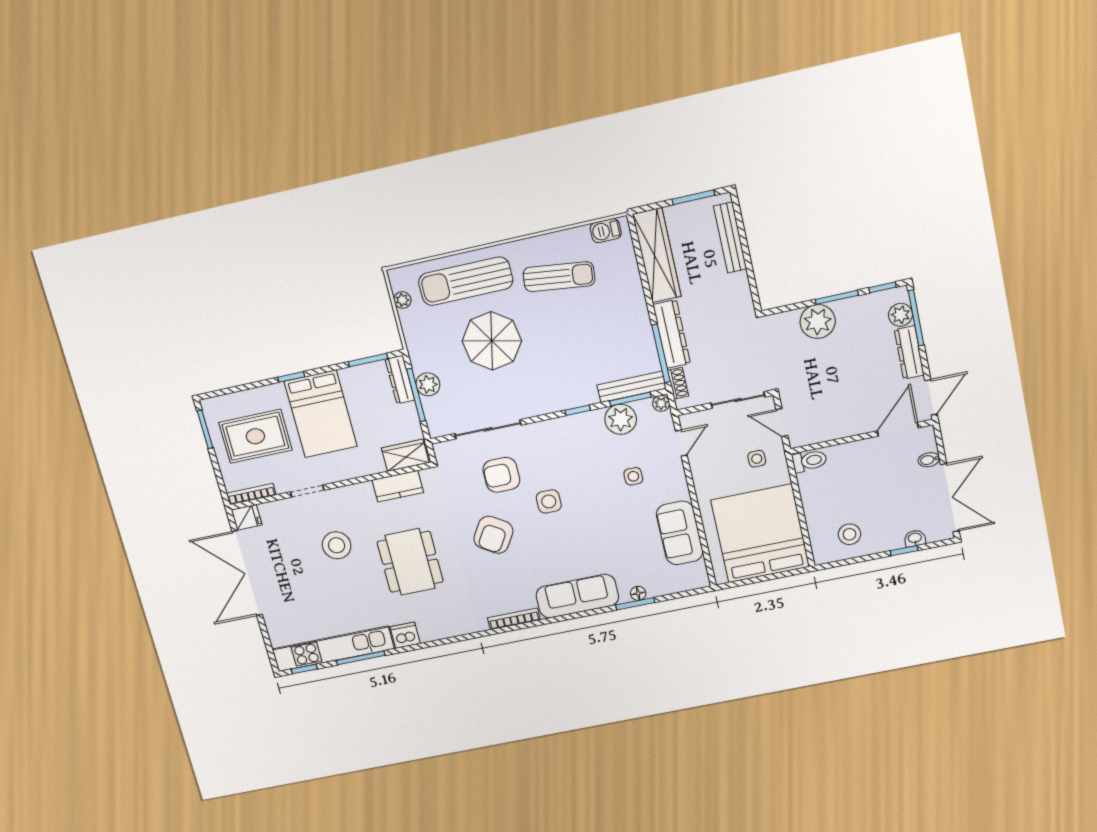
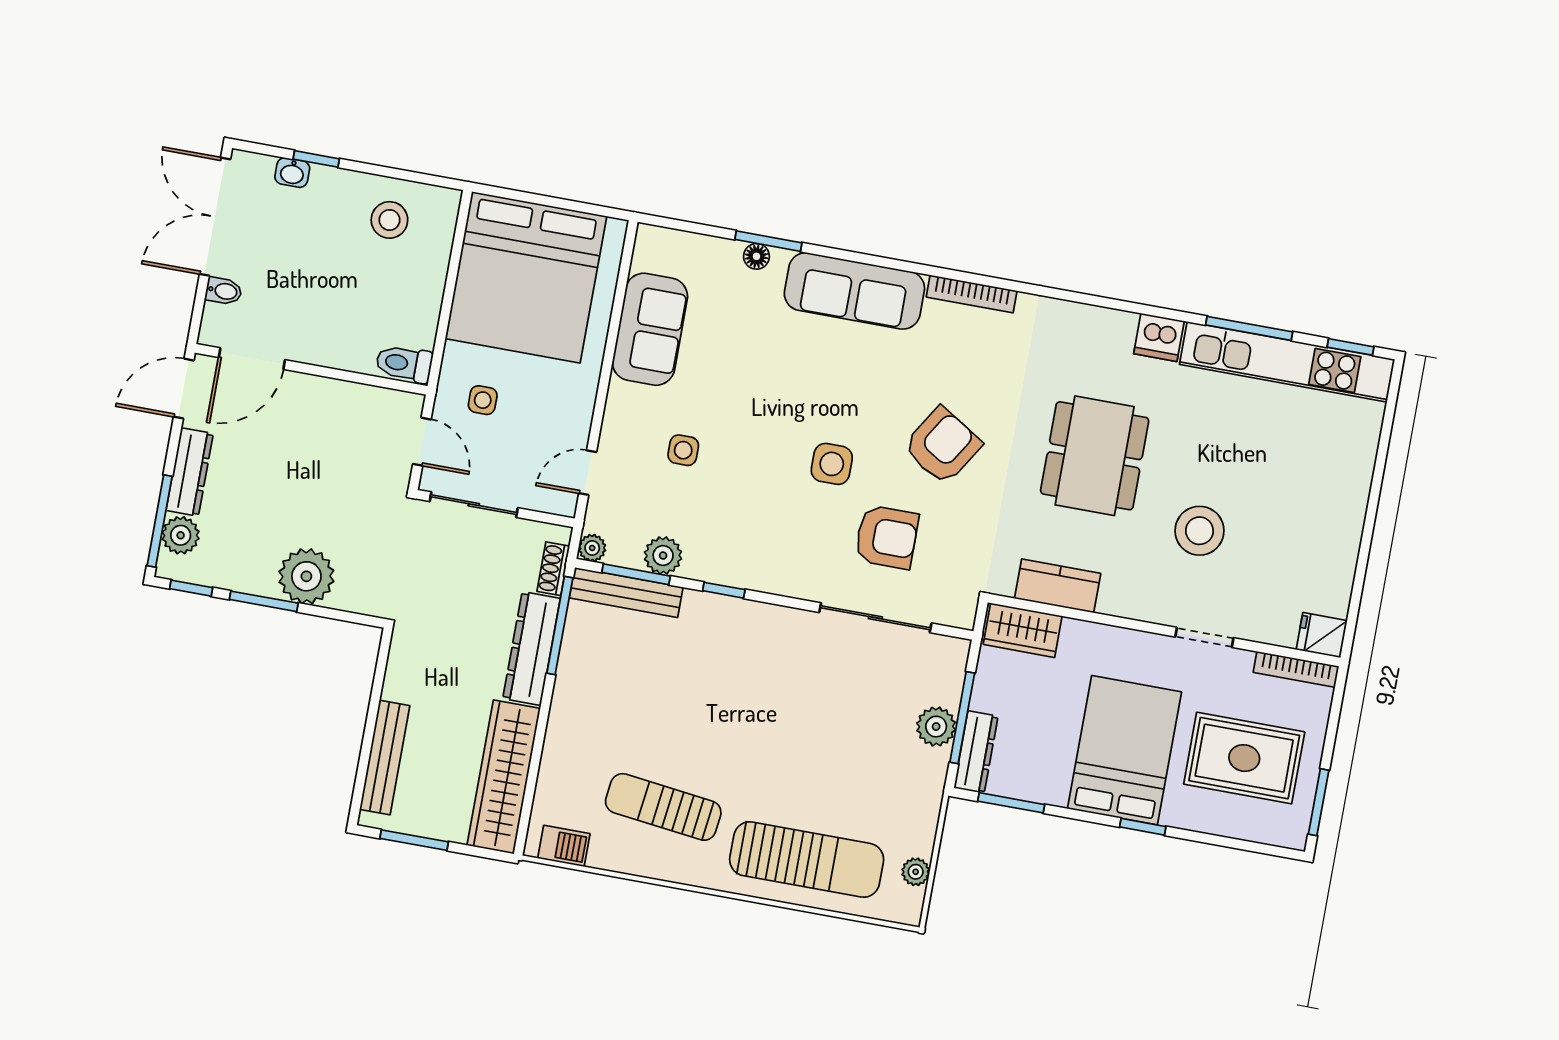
parasol: (492, 341) -> (808, 752), removed
plant: (621, 419) -> (663, 555), width x0.73, depth x0.73
double door: (247, 573) -> (1366, 544), removed

